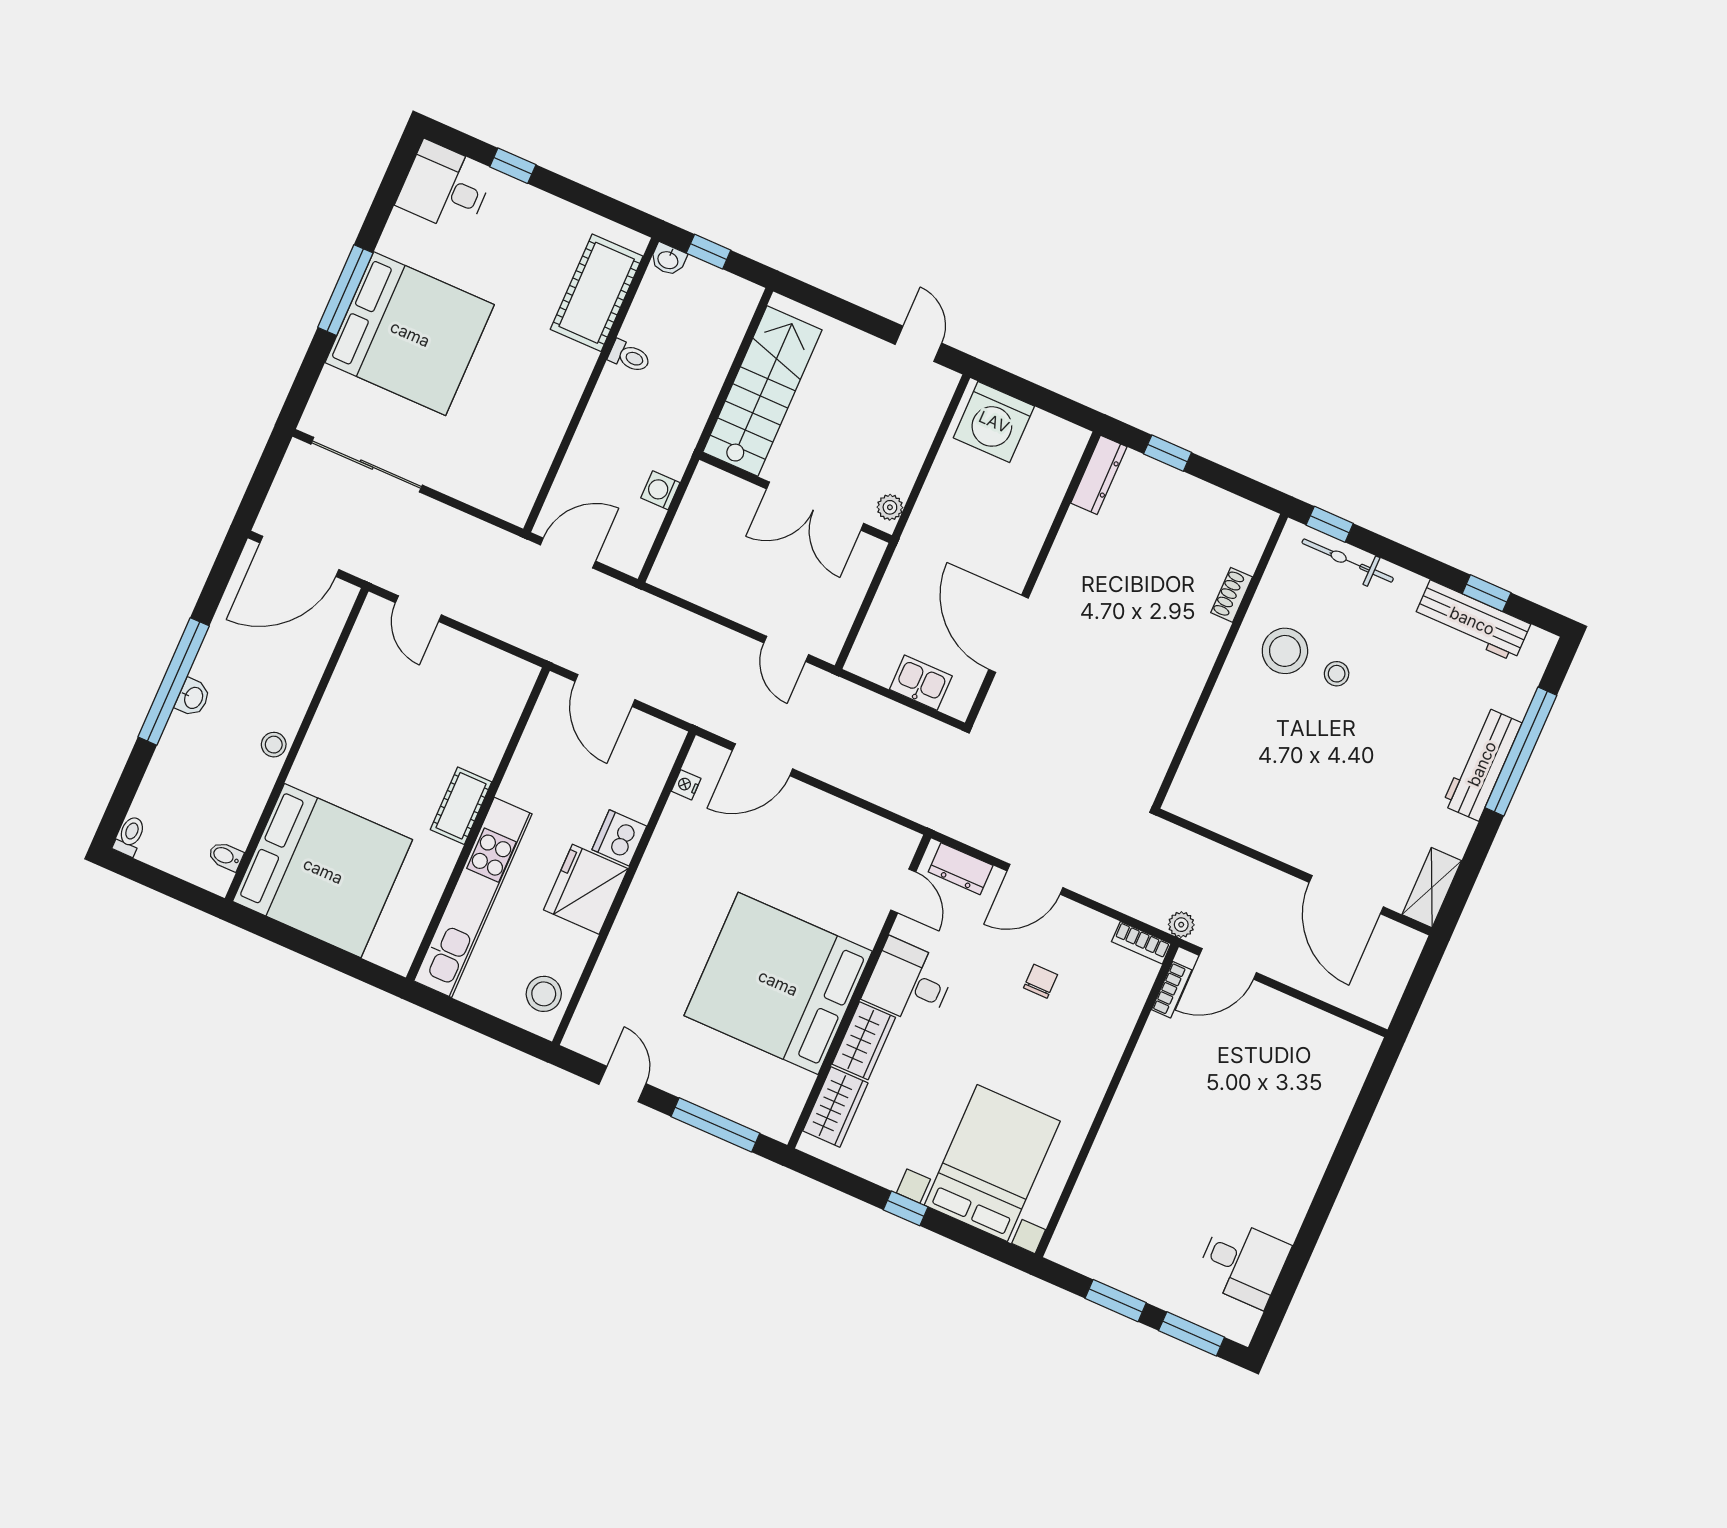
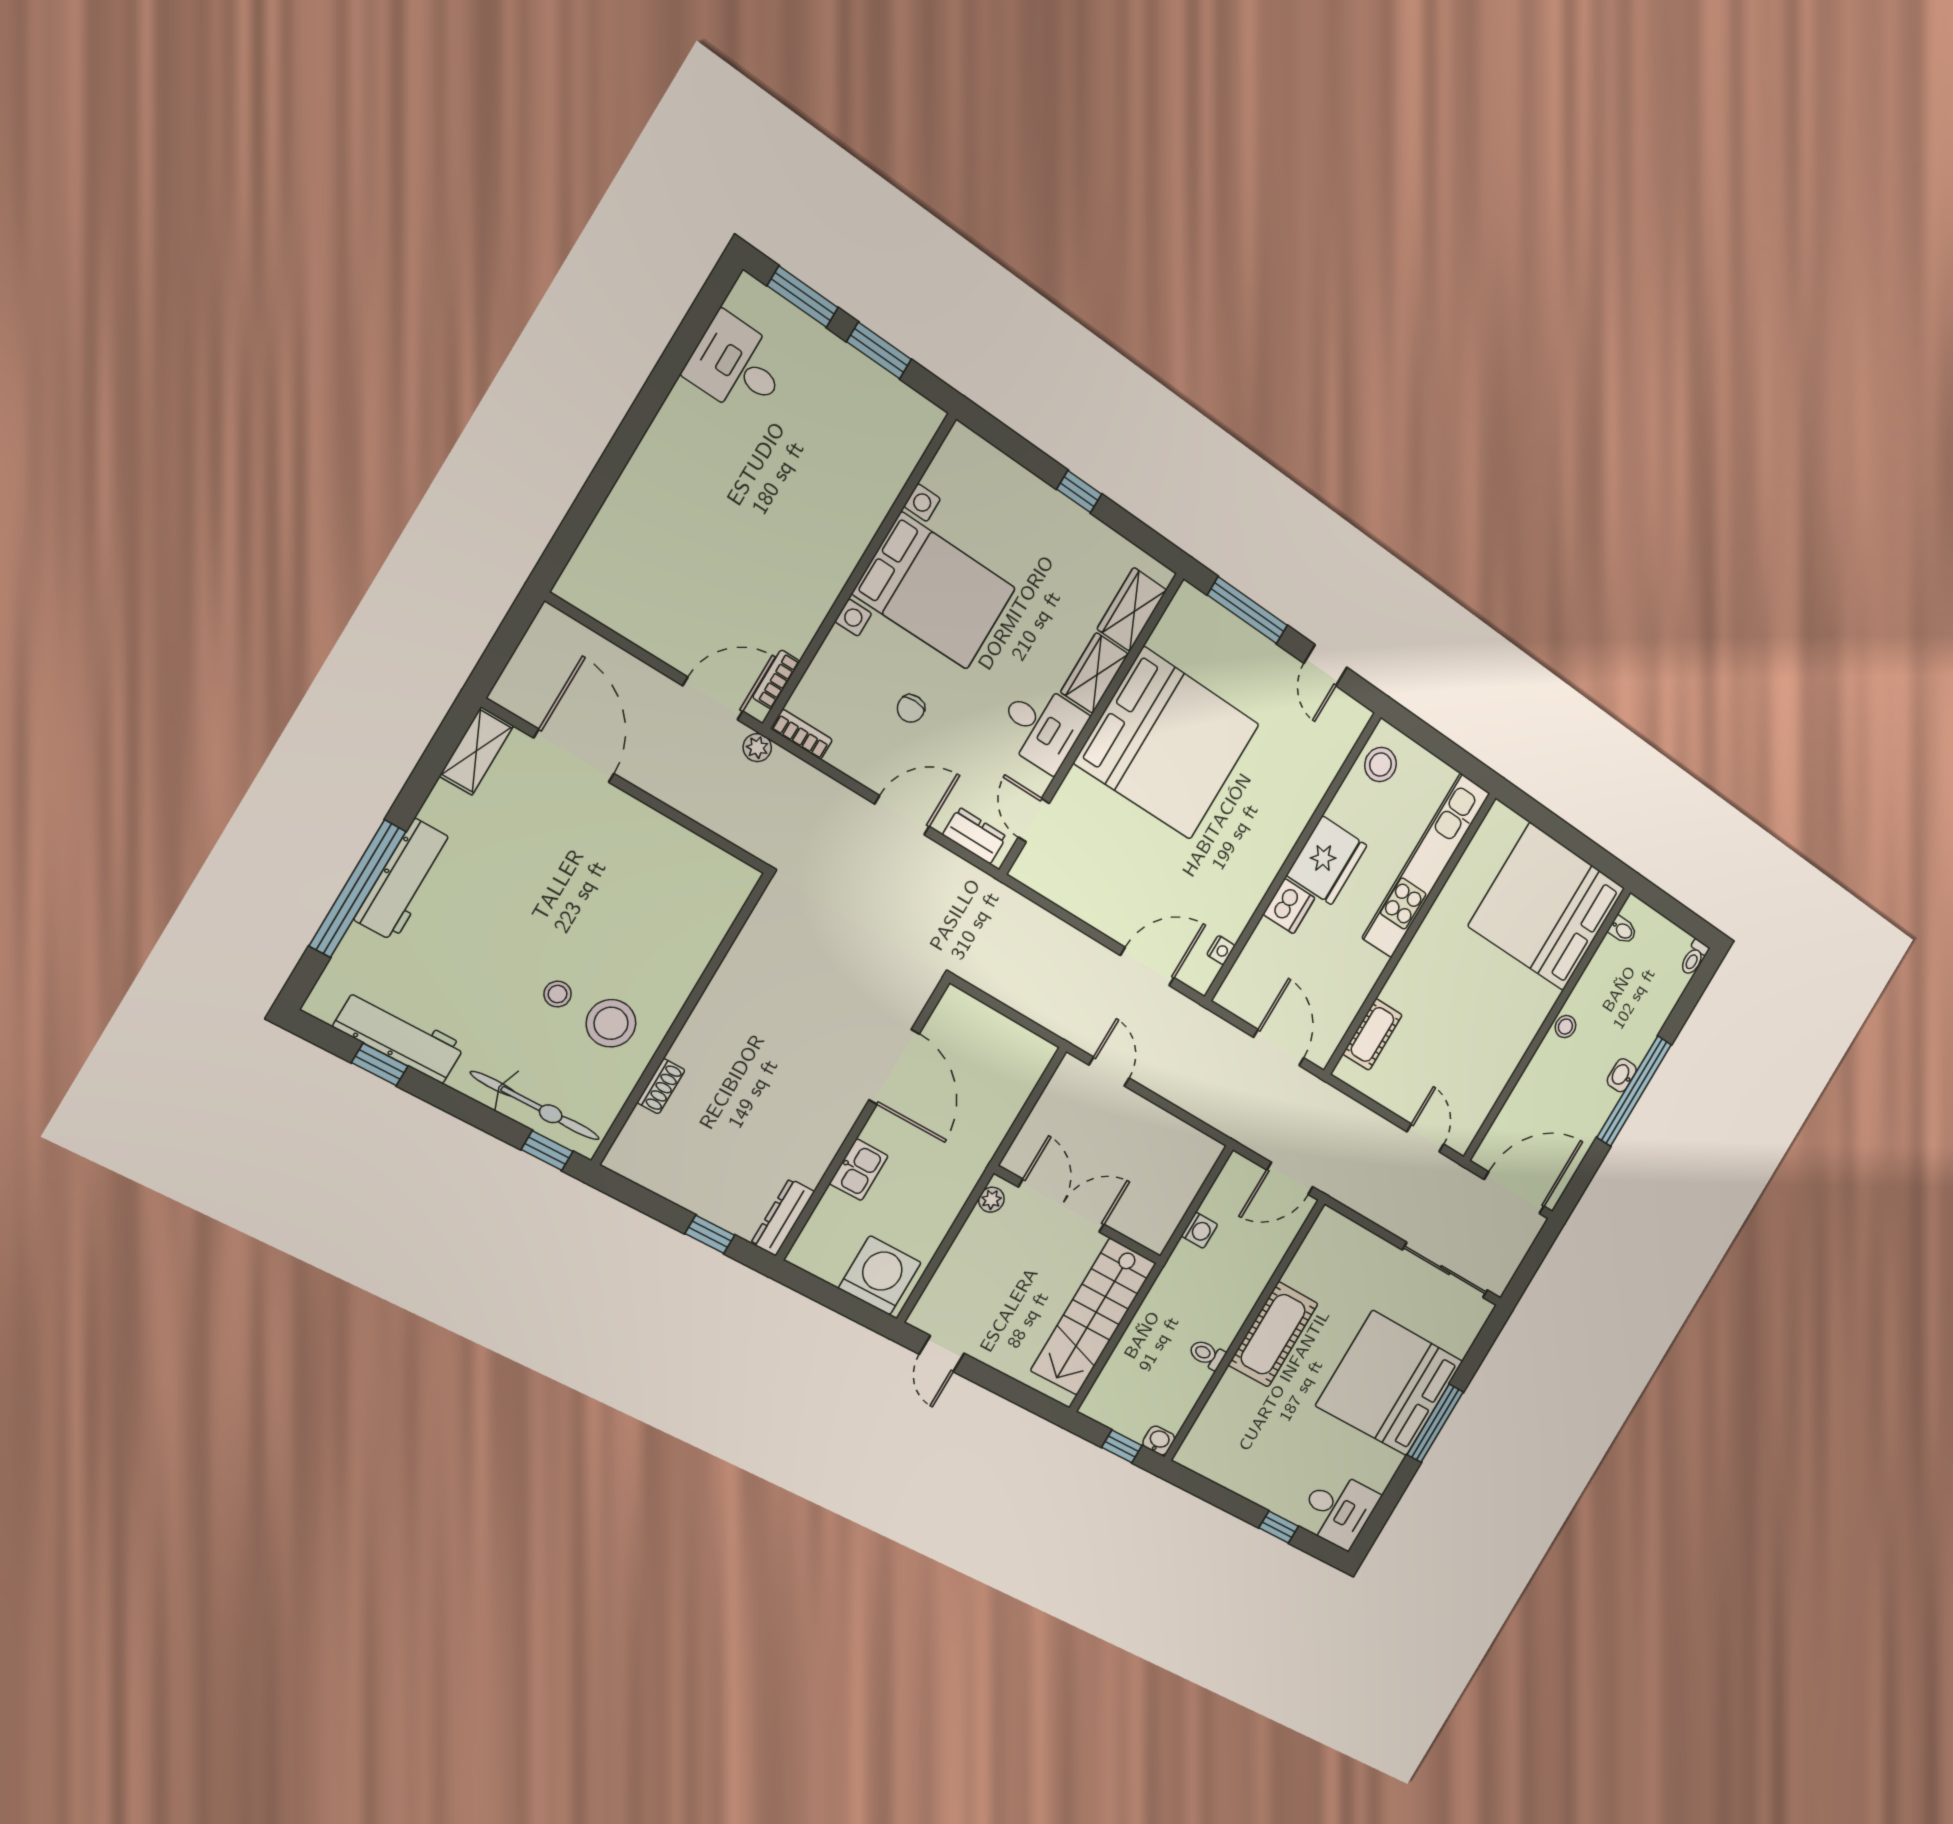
cot: (597, 293) -> (1273, 1334), moved
bicycle: (1348, 561) -> (535, 1106), width x1.37, depth x1.40
kitchen sink: (921, 683) -> (859, 1170), moved, turned -90
cot: (461, 806) -> (1372, 1034), moved
bed with nightstands: (992, 1163) -> (934, 591), moved, turned -90

